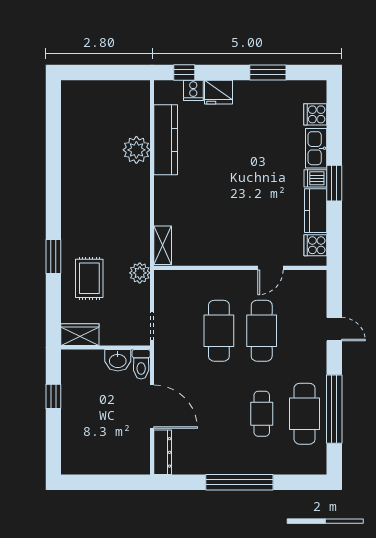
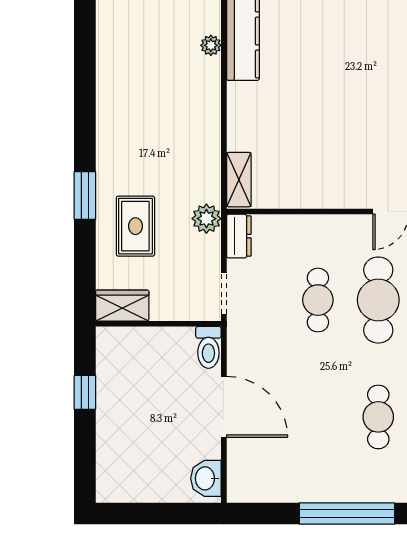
plant: (136, 150) -> (211, 45), width x0.53, depth x0.53
cafe table: (219, 331) -> (318, 300), width x0.73, depth x0.74
washbasin: (118, 360) -> (206, 478), moved, turned 90
dresser: (163, 452) -> (239, 236), moved, width x0.70

